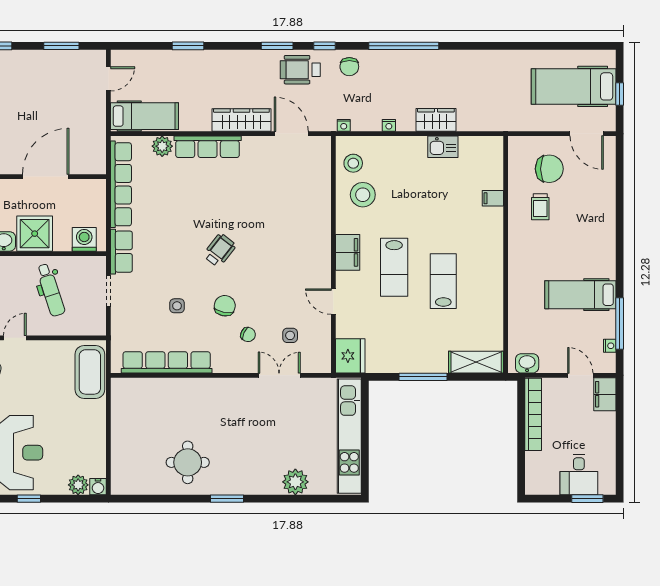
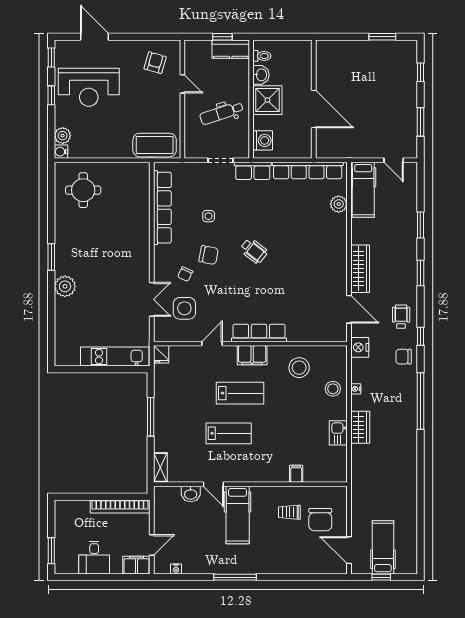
window: (277, 46) -> (420, 273), moved
wheelchair: (300, 70) -> (401, 317), width x0.73, depth x0.73
hospital bed: (574, 86) -> (383, 547), width x0.73, depth x0.78
nightstand: (344, 125) -> (360, 347), width x1.89, depth x1.79
door: (291, 134) -> (349, 309), hinge flipped
door: (587, 134) -> (349, 550), hinge flipped
row of seats: (208, 147) -> (259, 333), moved, turned 90
stool: (353, 163) -> (333, 389), moved
lab bench: (394, 267) -> (240, 393), turned 180
hospital bed: (580, 295) -> (238, 515), moved, turned 180
door: (506, 300) -> (213, 484), added
window: (620, 323) -> (235, 577), moved
side table: (290, 335) -> (184, 308), width x1.87, depth x1.87
fridge: (350, 356) -> (161, 354), width x0.53, depth x0.75
shelving: (476, 362) -> (160, 467), width x0.67, depth x0.75
washbasin: (527, 363) -> (191, 494), moved, turned 90
kitchen unit: (349, 436) -> (115, 357), width x0.73
round table: (188, 462) -> (83, 190), moved
desk: (579, 475) -> (94, 558), moved, turned -90
plant: (295, 482) -> (65, 286), moved

